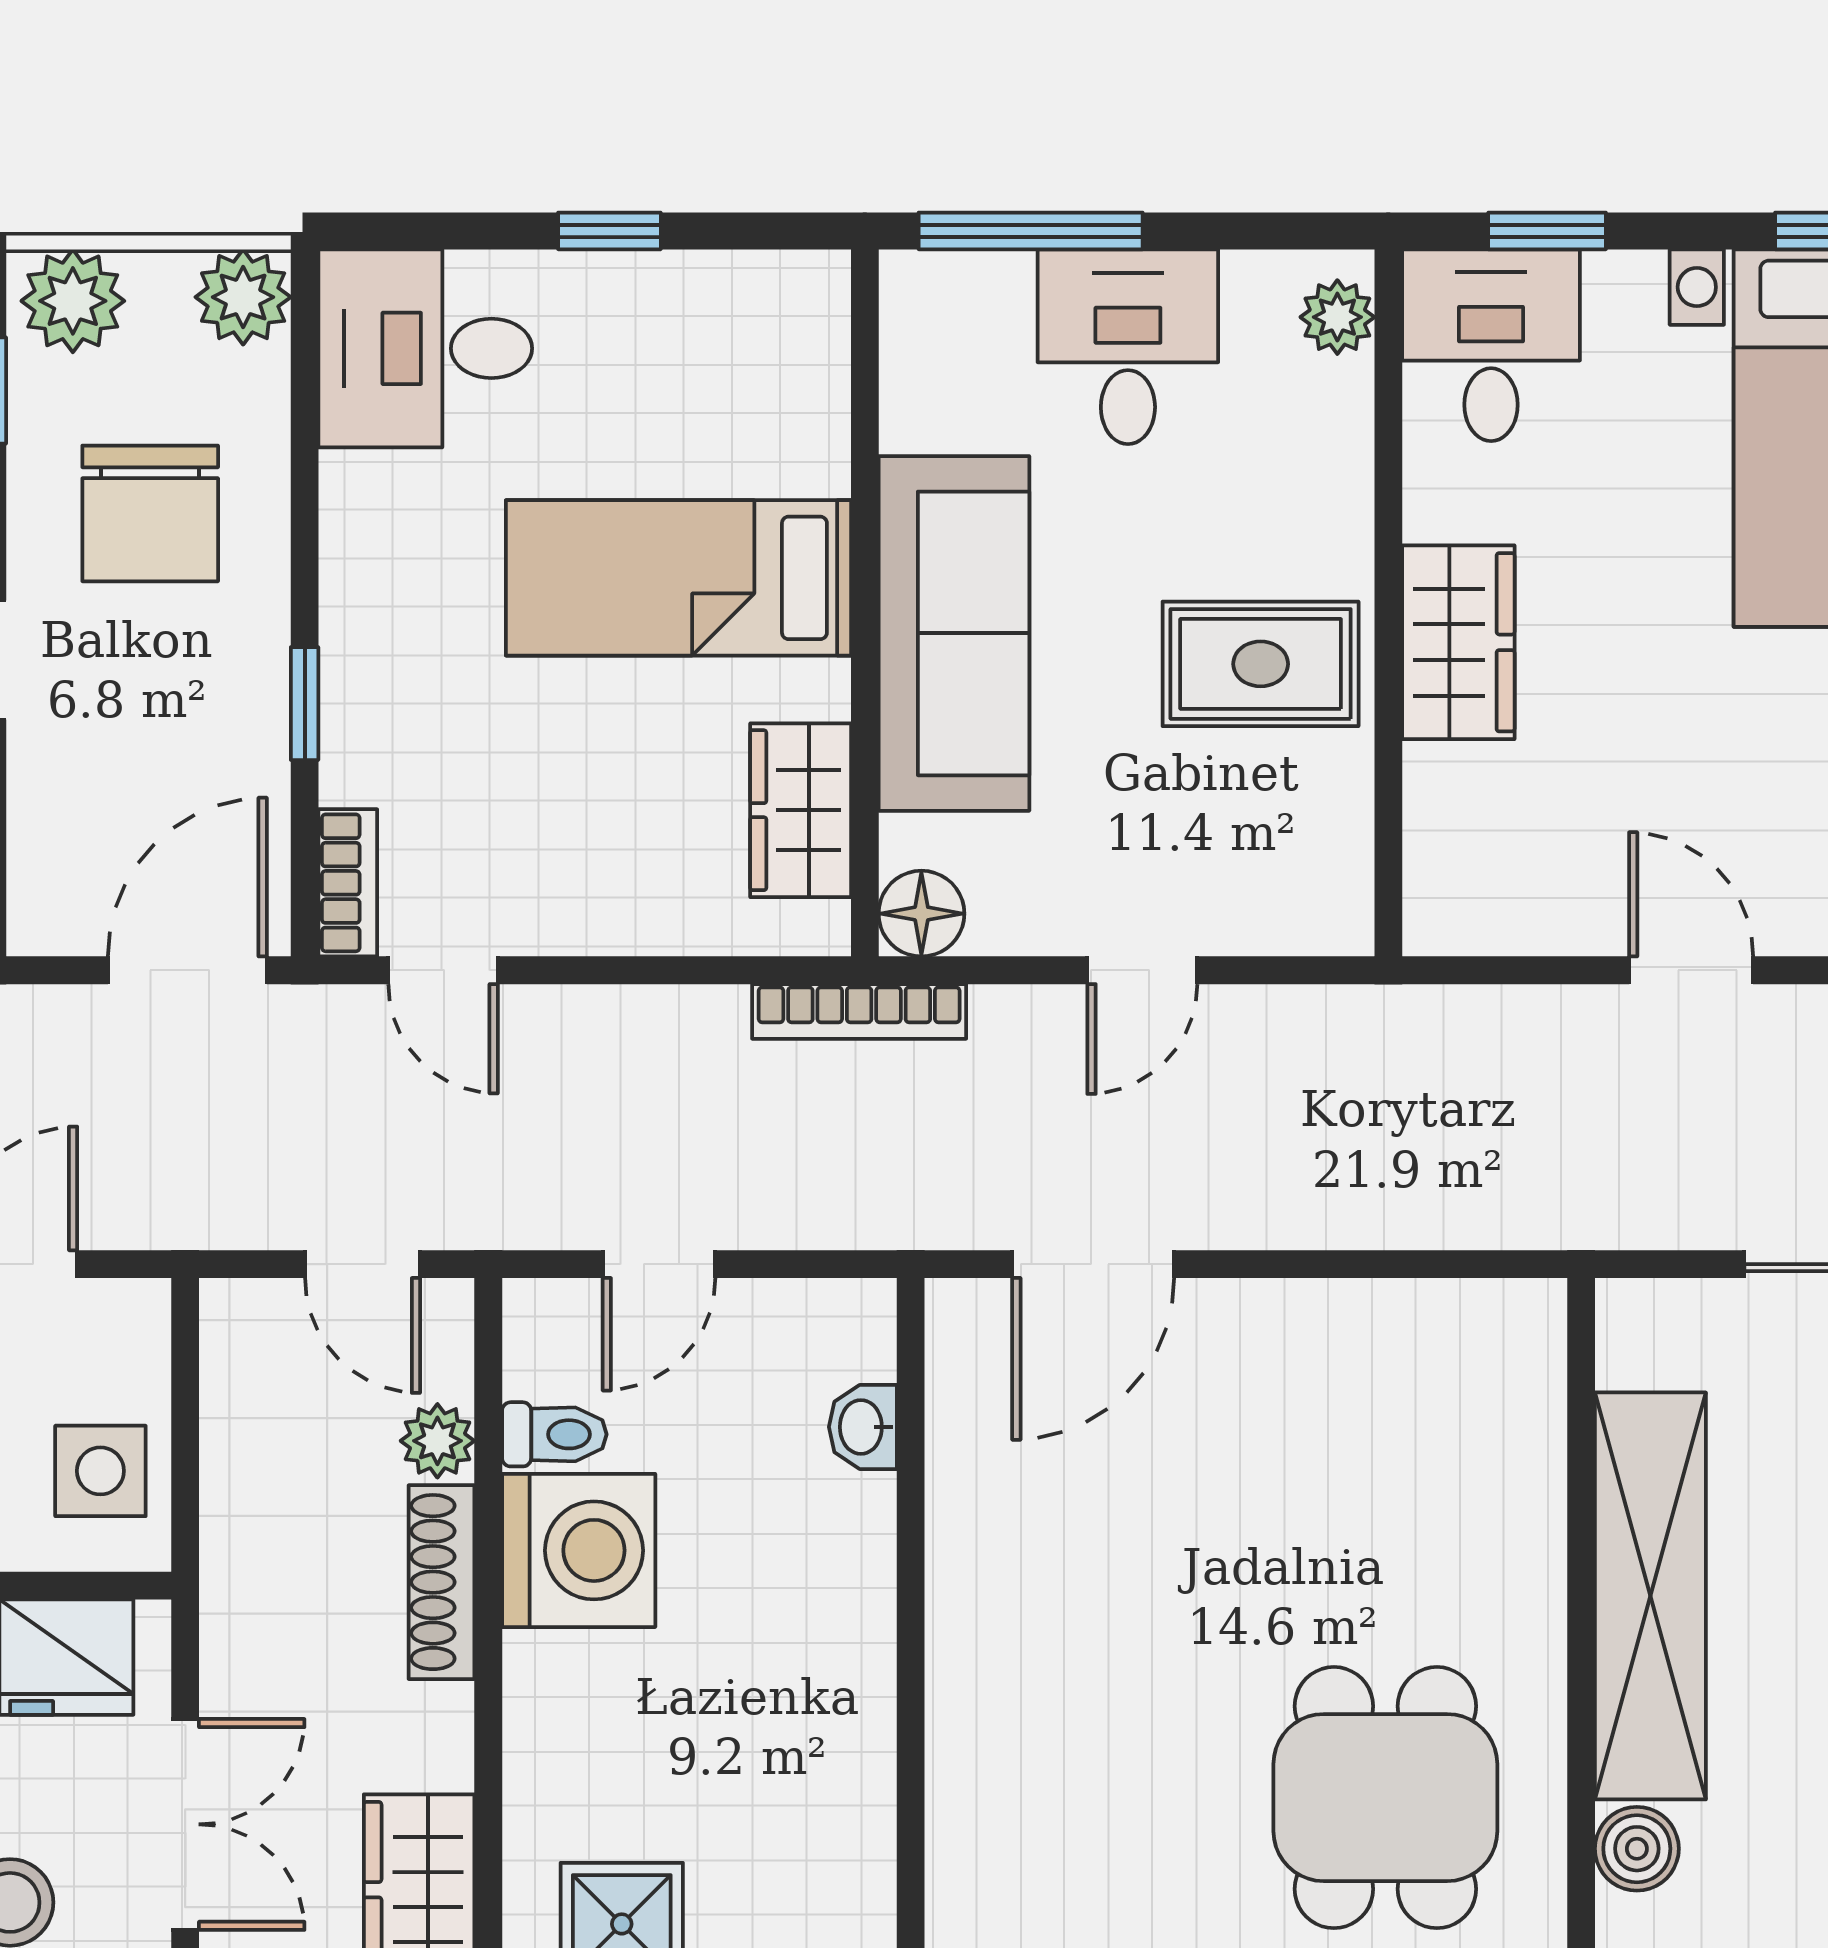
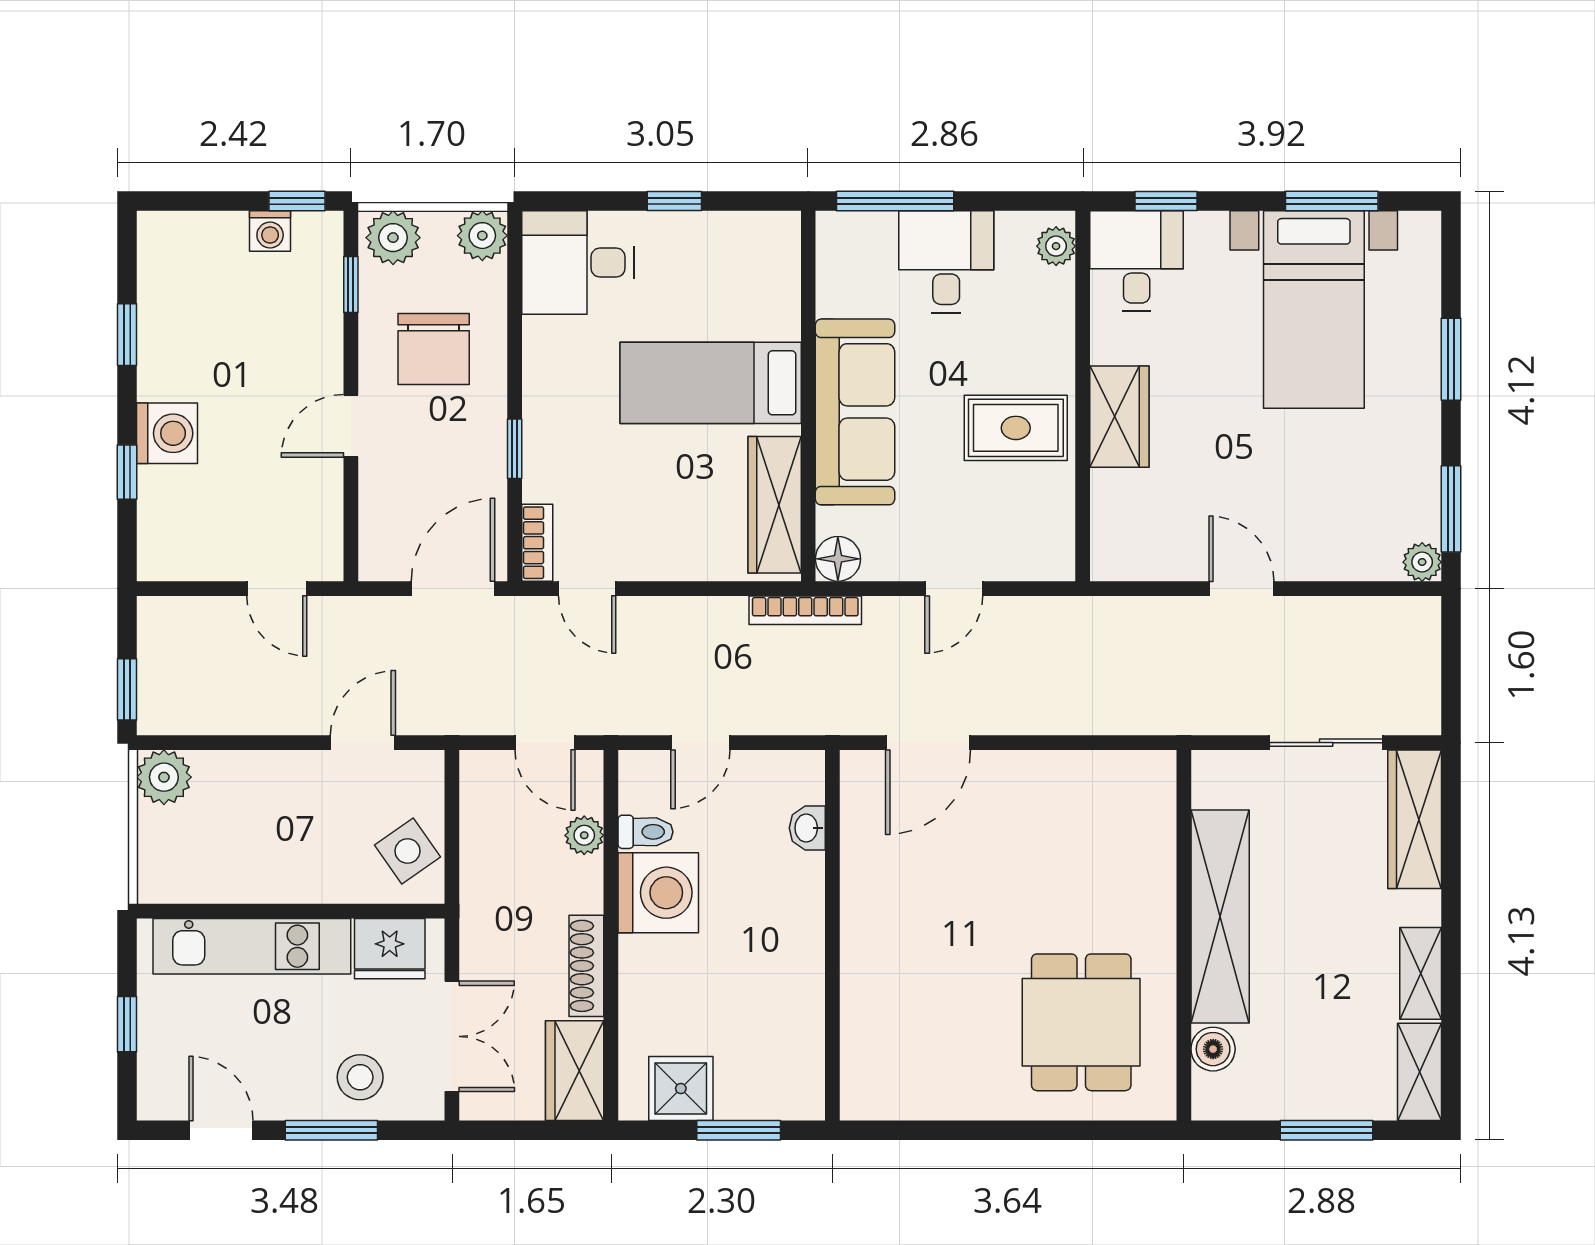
wardrobe: (801, 810) -> (775, 505), width x1.50
side table: (100, 1471) -> (408, 851), turned -35
shoe rack: (442, 1582) -> (586, 966), moved

